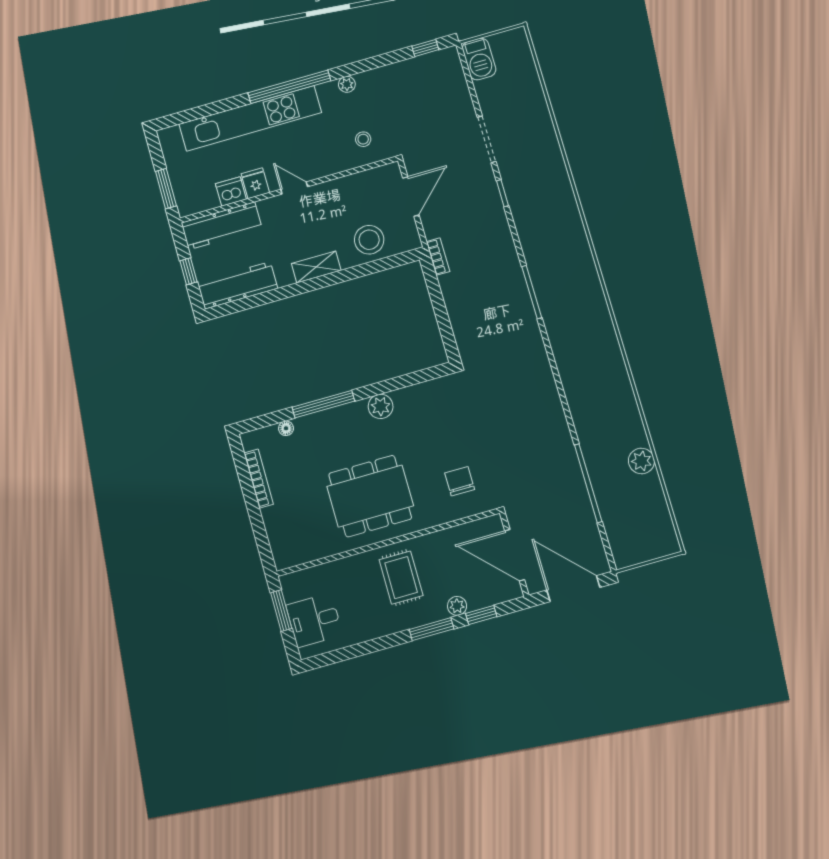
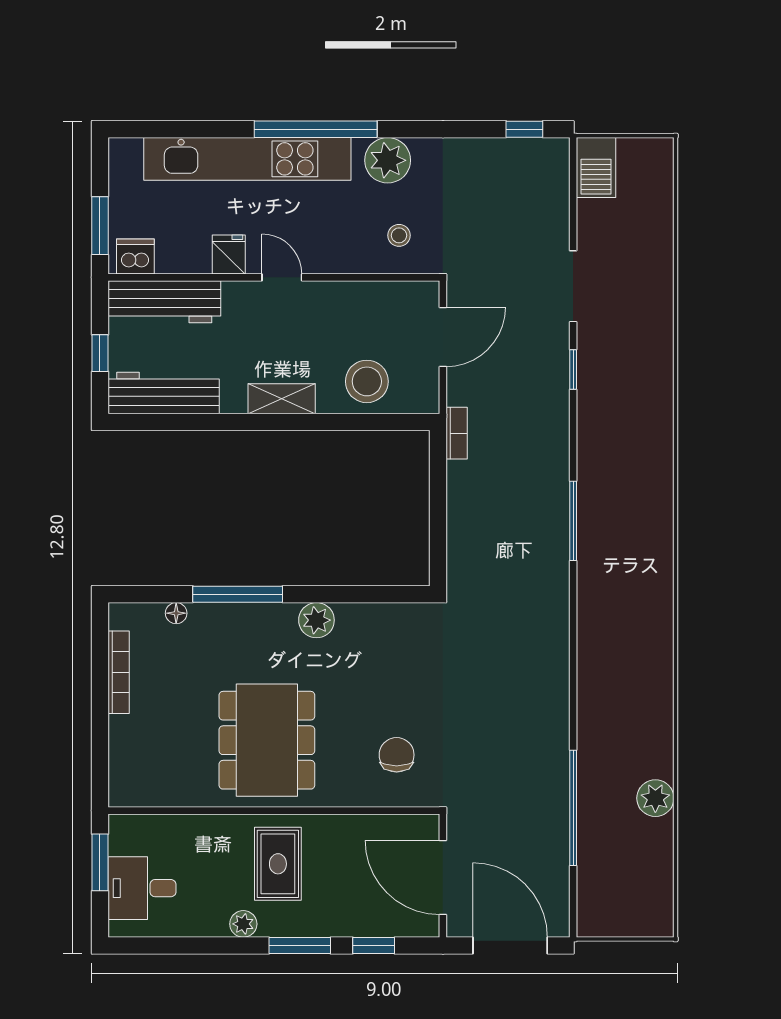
plant: (347, 84) -> (388, 160), width x1.88, depth x1.88
dishwasher: (231, 192) -> (135, 256), moved
dining table: (370, 496) -> (267, 740), turned 90
plant: (457, 606) -> (243, 924), moved

